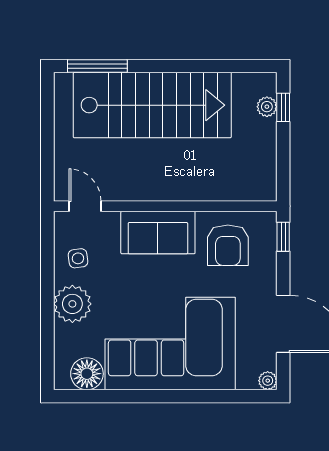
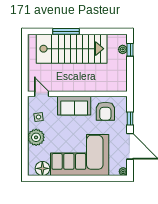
window: (97, 66) -> (66, 31), moved
window: (283, 237) -> (130, 118), moved

